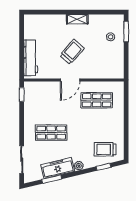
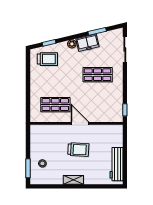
trolley: (72, 52) -> (78, 150), turned -128
workbench: (31, 58) -> (117, 164), moved
door: (70, 80) -> (80, 123), hinge flipped
freezer: (58, 168) -> (87, 43), width x0.71

